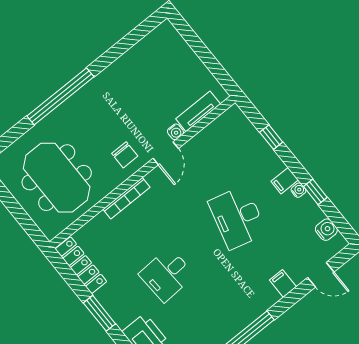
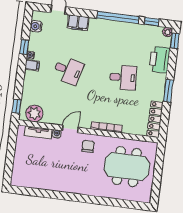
window: (60, 96) -> (90, 199), removed
plant: (225, 128) -> (34, 113), added
window: (271, 137) -> (17, 106), moved
meeting table: (57, 178) -> (127, 167), turned 90
desk: (238, 217) -> (68, 70), width x0.73
filing cabinet: (283, 283) -> (78, 23), width x2.00

